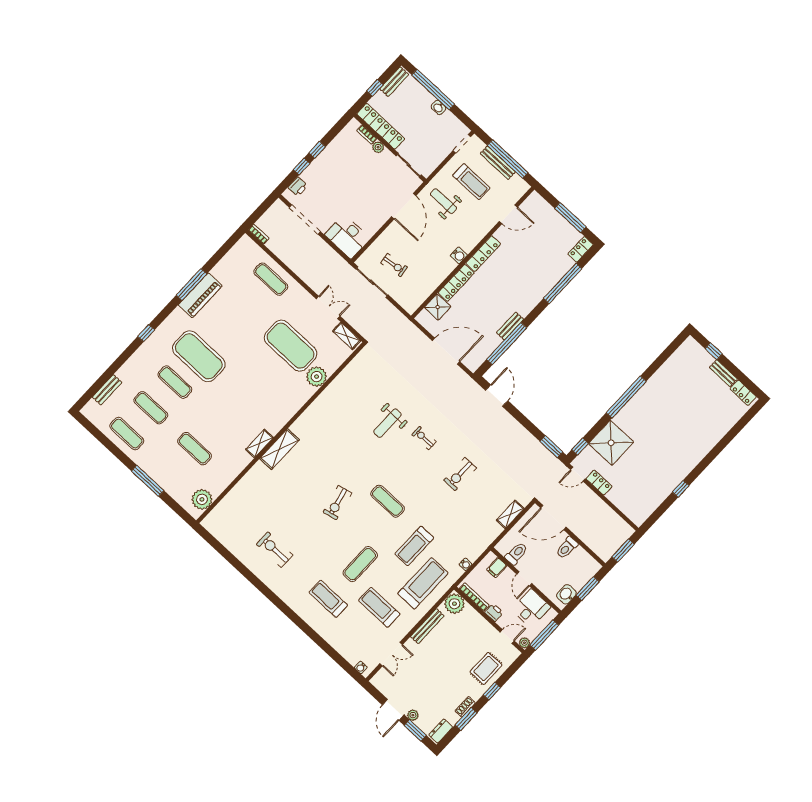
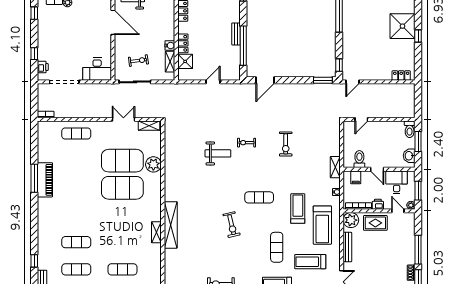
window: (317, 150) -> (34, 13), moved
water cooler: (459, 255) -> (170, 46), moved
locker: (456, 283) -> (183, 43), width x0.66
shelving: (423, 294) -> (170, 62), added
window: (146, 333) -> (34, 261), moved
door: (446, 351) -> (213, 82), width x0.53
exercise mat: (199, 356) -> (122, 188), moved
door: (497, 396) -> (265, 80), swing flipped
weight bench: (387, 423) -> (218, 153), turned -90
shower: (611, 443) -> (402, 26), moved
shelving: (279, 449) -> (171, 225), width x1.47
locker: (599, 483) -> (401, 76), moved
shelving: (510, 514) -> (335, 167), moved
door: (553, 518) -> (361, 119), width x0.53
treadmill: (414, 546) -> (298, 209), turned 180
toilet: (567, 548) -> (410, 129), moved
window: (623, 551) -> (418, 101), removed
treadmill: (423, 583) -> (322, 225), turned 180
window: (544, 635) -> (418, 191), width x0.69
door: (507, 636) -> (398, 211), hinge flipped
rug: (486, 668) -> (375, 223), moved, turned 90
window: (492, 691) -> (418, 250), width x2.17

